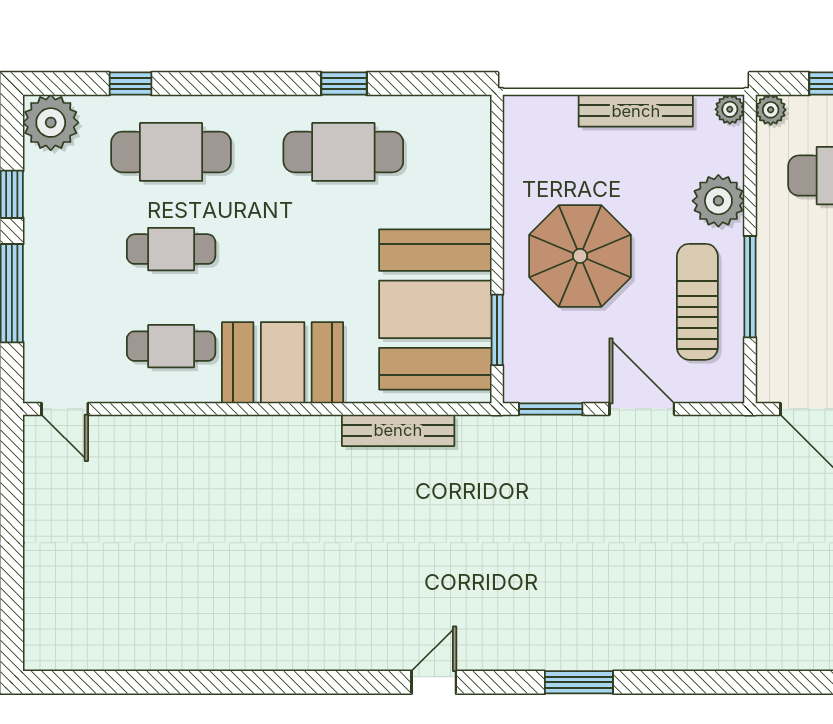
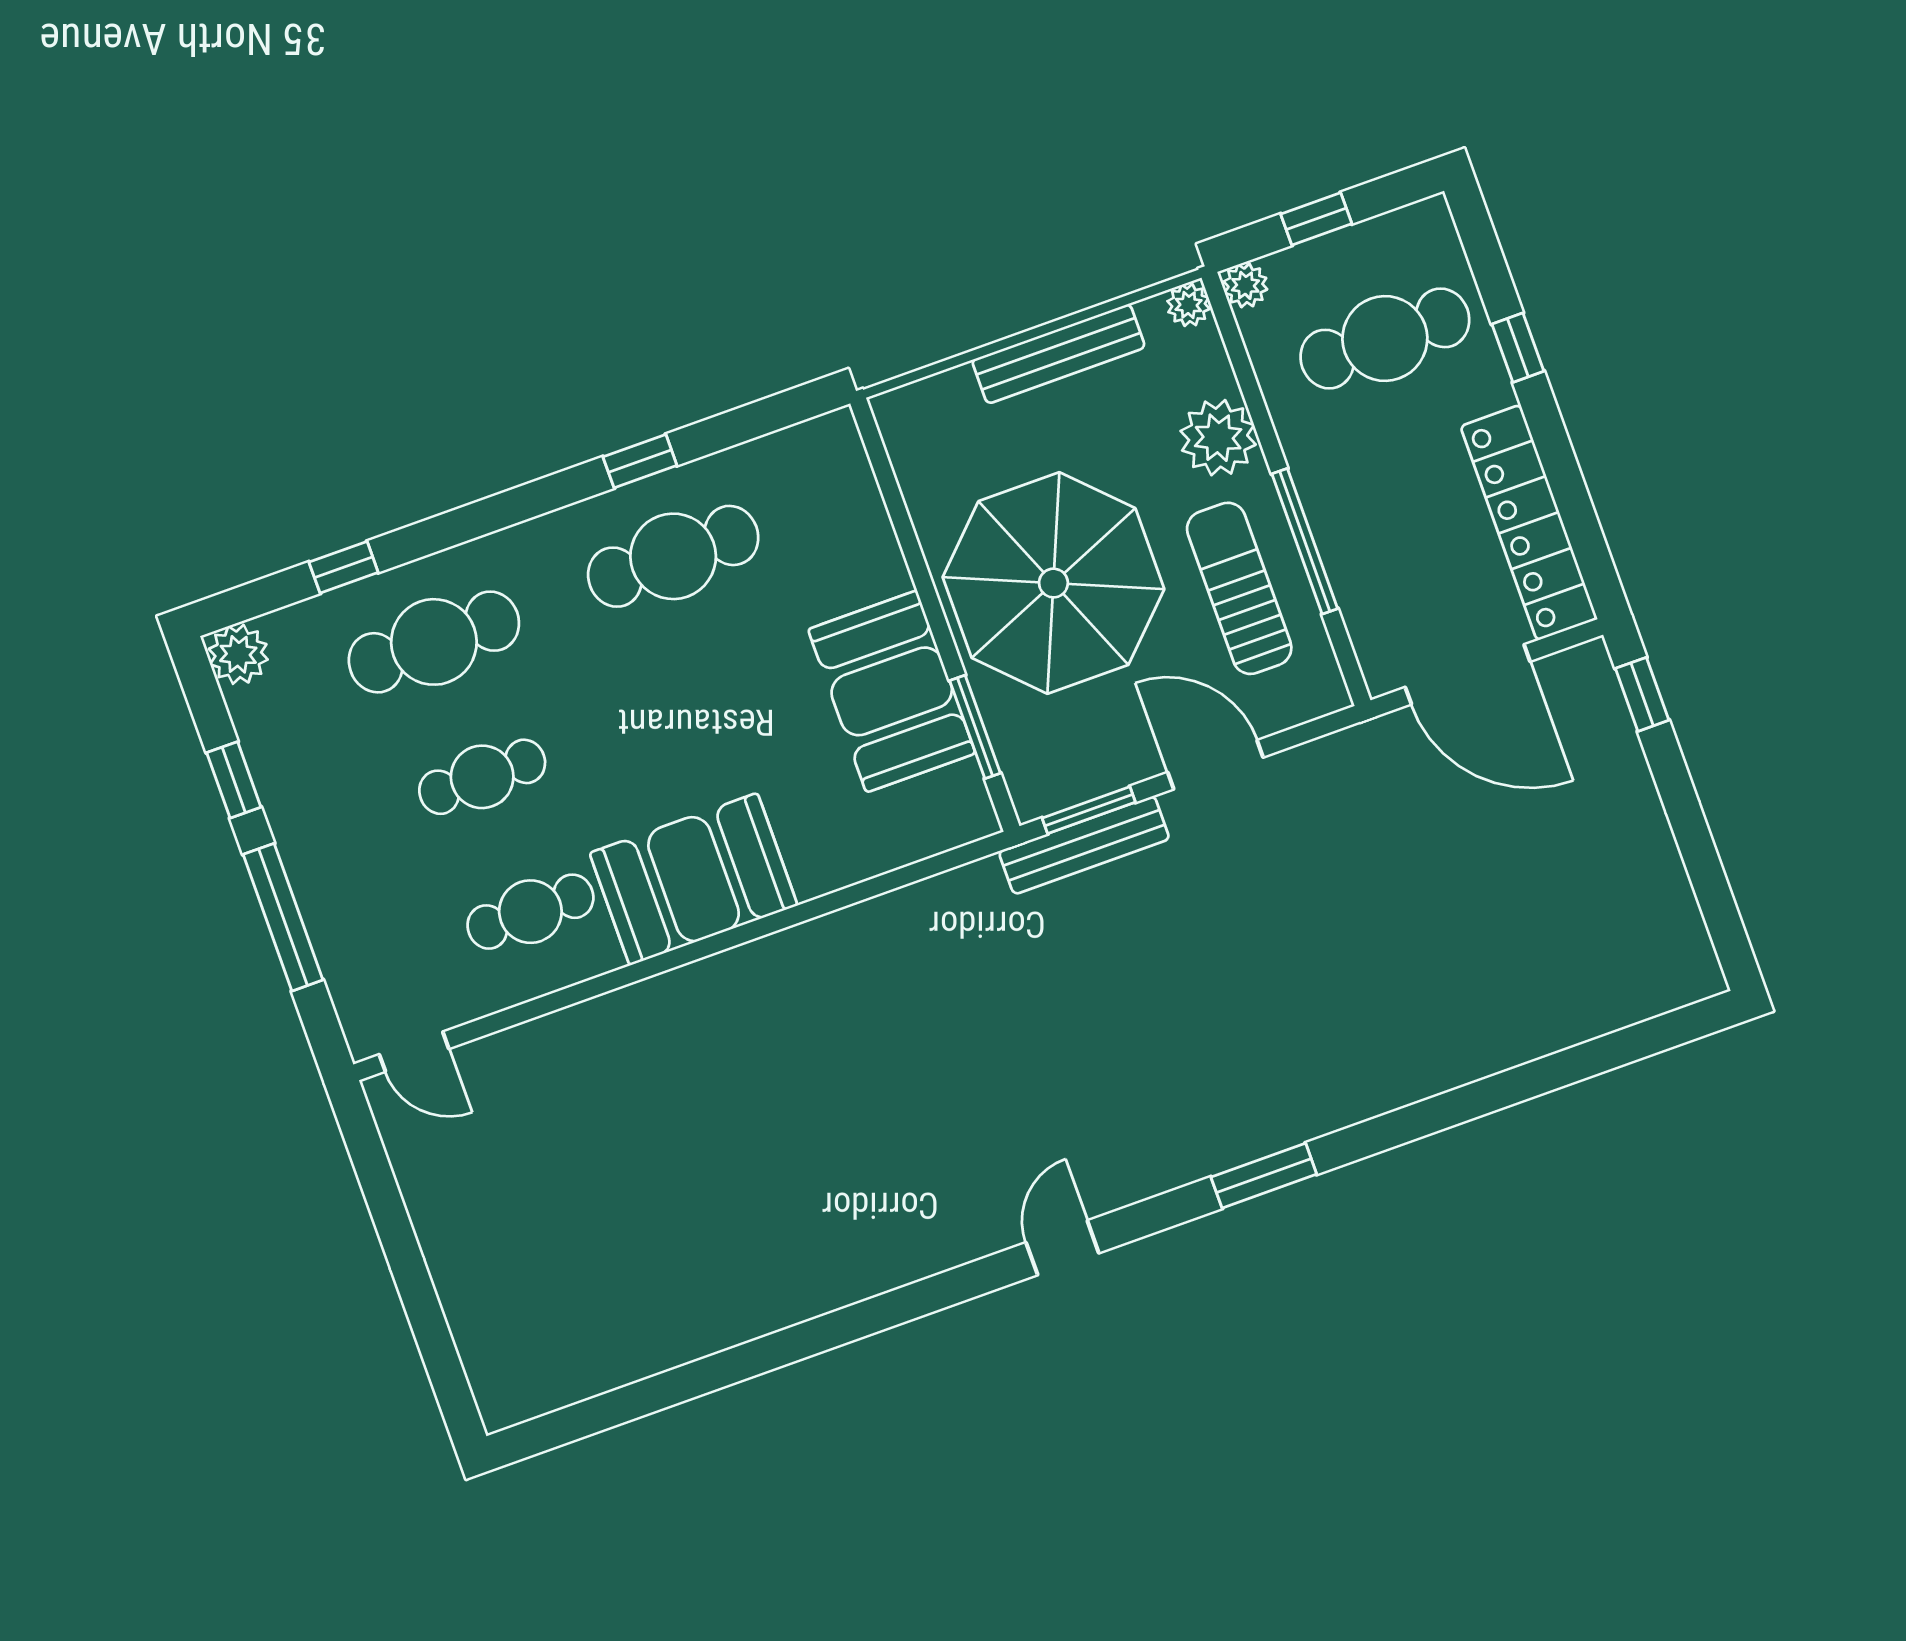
plant: (51, 123) -> (238, 654), width x0.73, depth x0.73
parasol: (580, 256) -> (1053, 583), width x1.36, depth x1.36
booth: (435, 309) -> (892, 691), width x0.73, depth x0.70
bench: (398, 430) -> (1084, 845), moved

